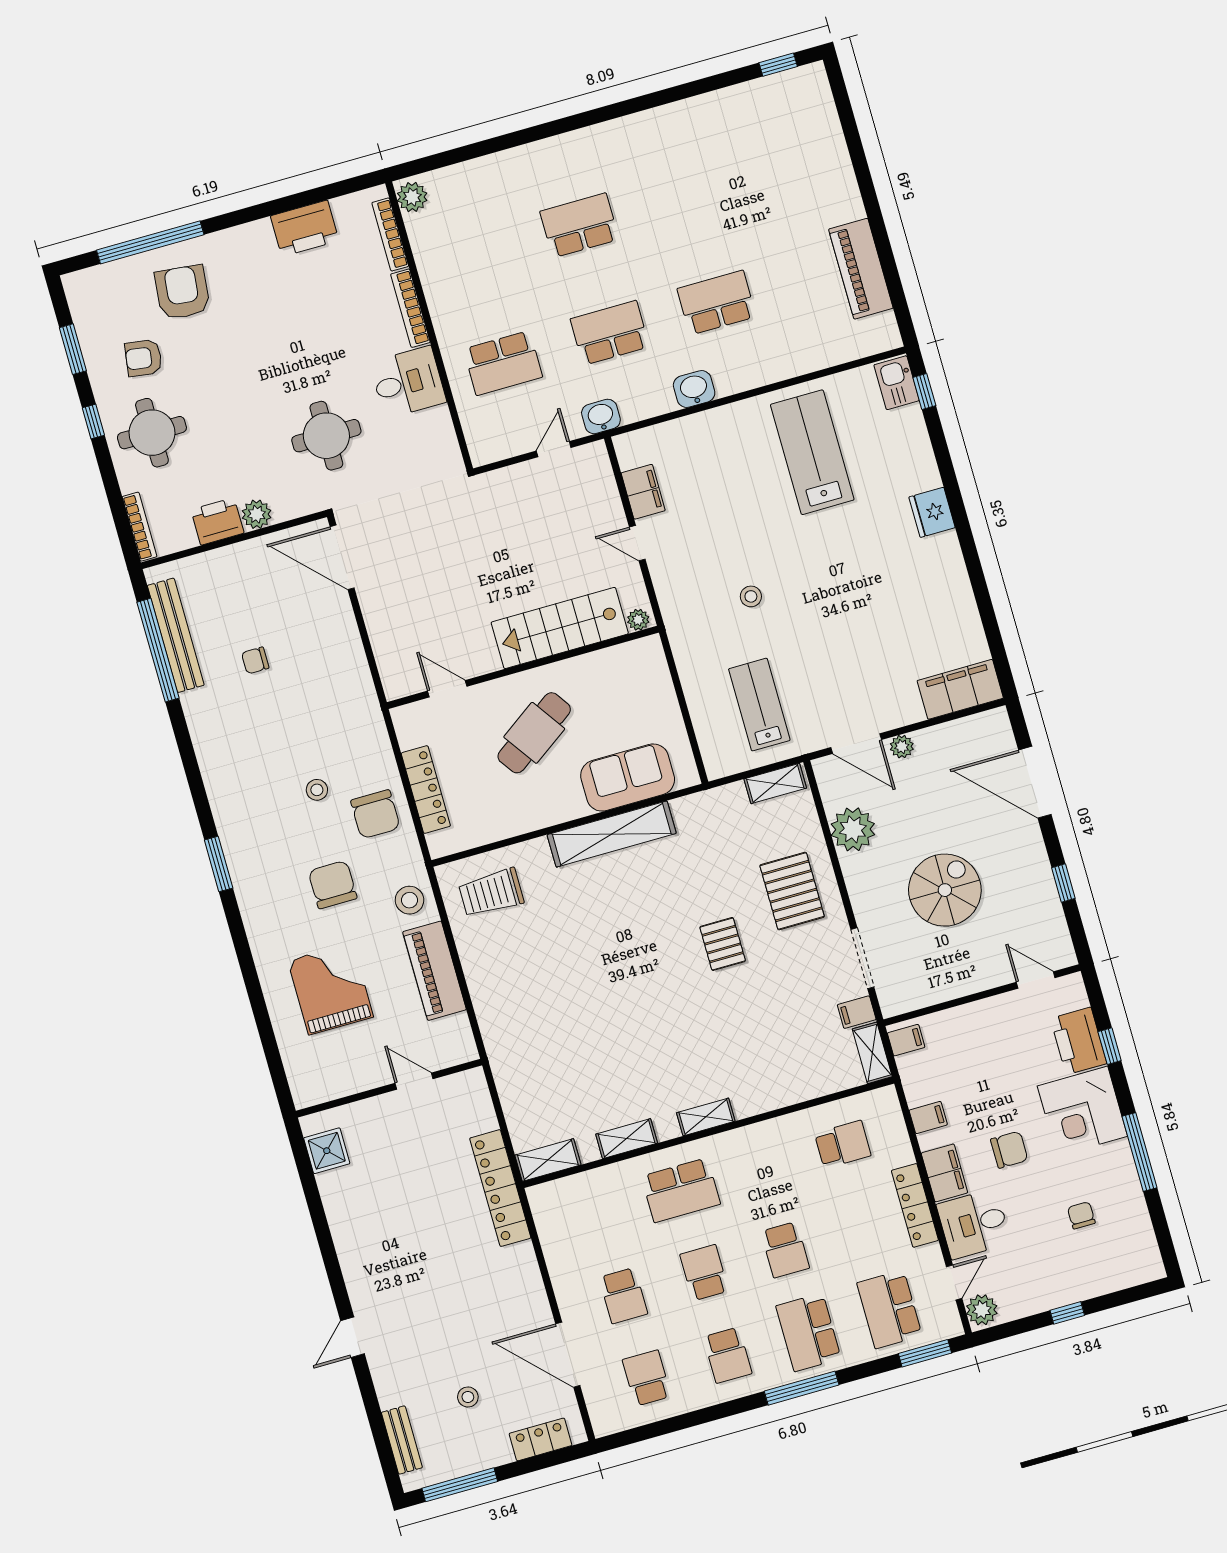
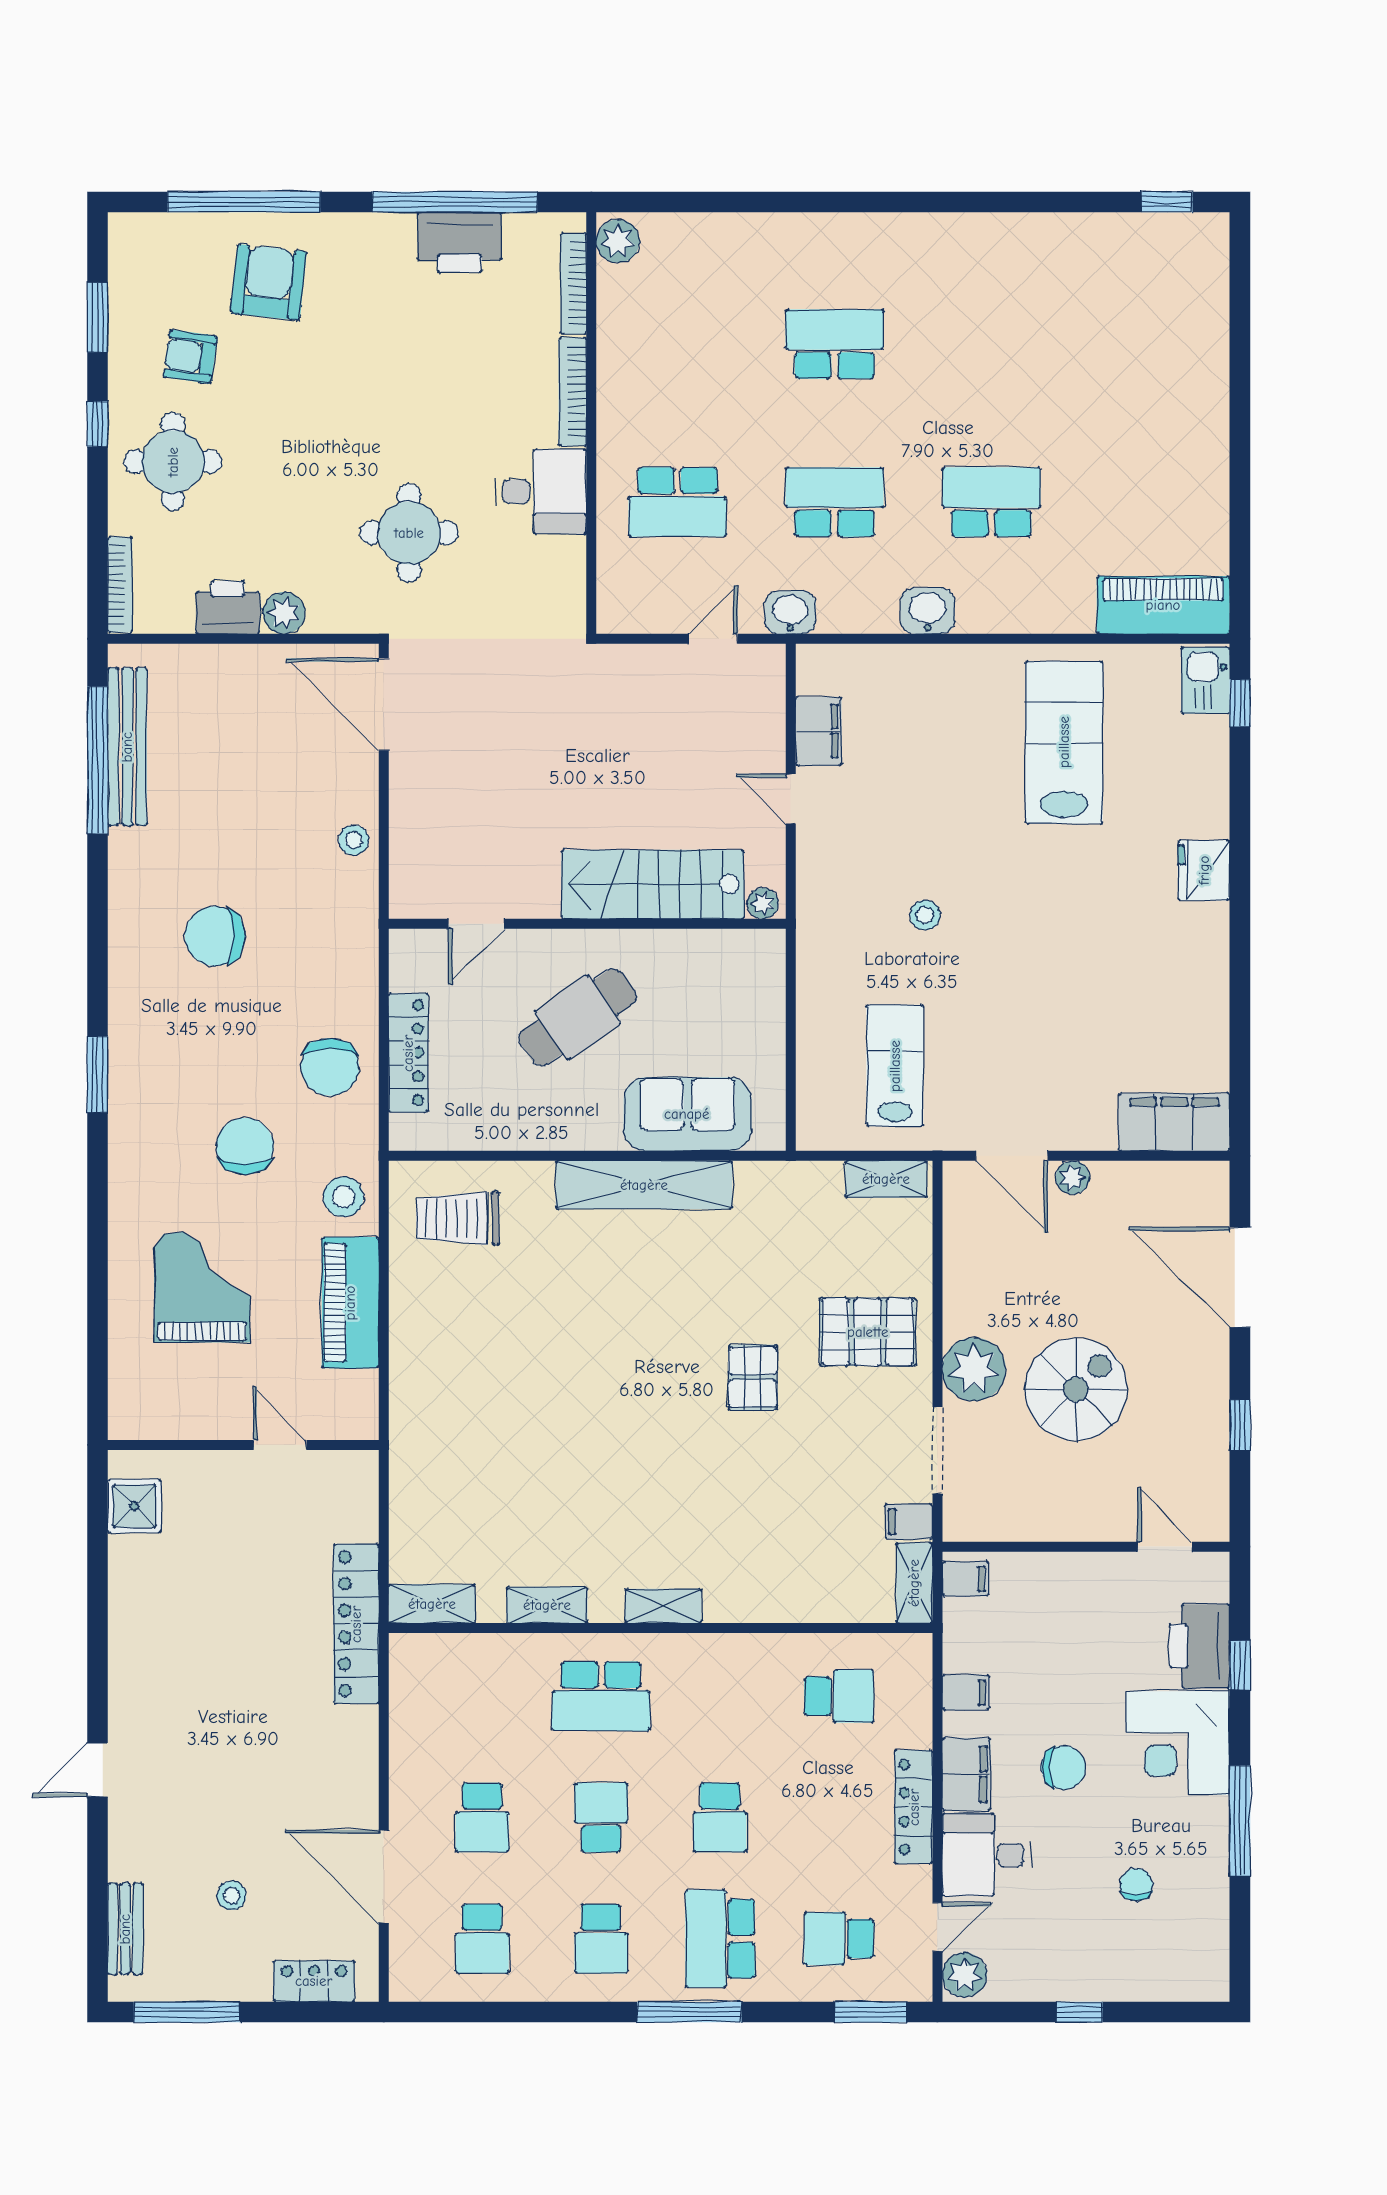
window: (294, 202) -> (455, 202), added
piano: (861, 269) -> (1163, 605), moved, turned 90
chair: (255, 660) -> (215, 936), moved, width x1.87, depth x1.87
door: (447, 689) -> (476, 924), swing flipped
stool: (317, 790) -> (354, 840), moved
plant: (853, 829) -> (974, 1369), moved
pallet: (792, 891) -> (868, 1332), turned 90
school desk: (889, 1309) -> (839, 1939), width x0.54
school desk: (647, 1378) -> (482, 1939), turned 180

